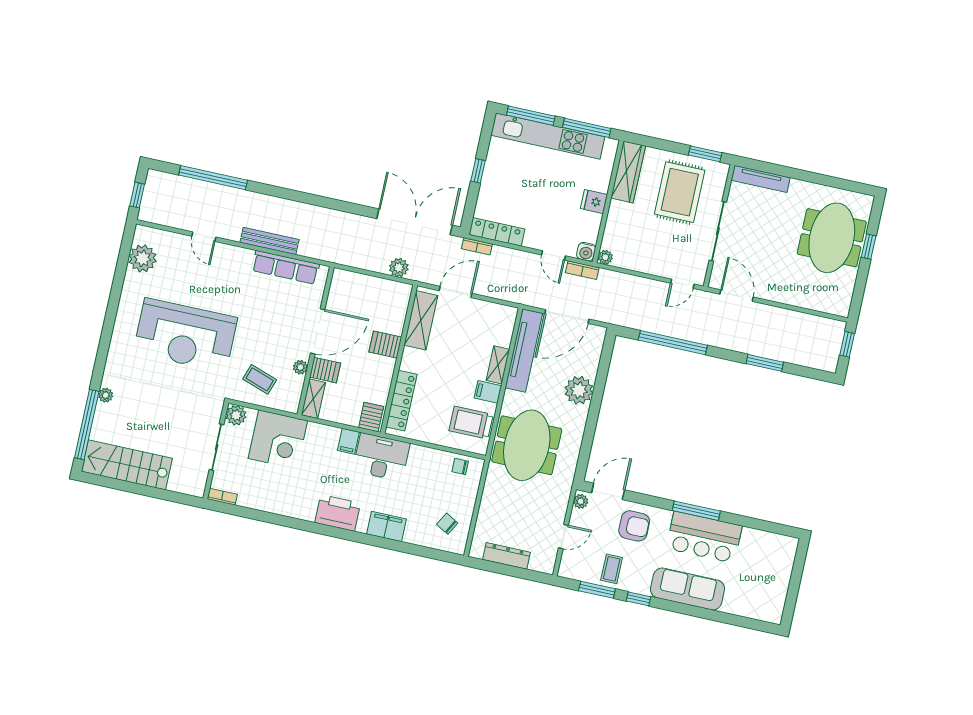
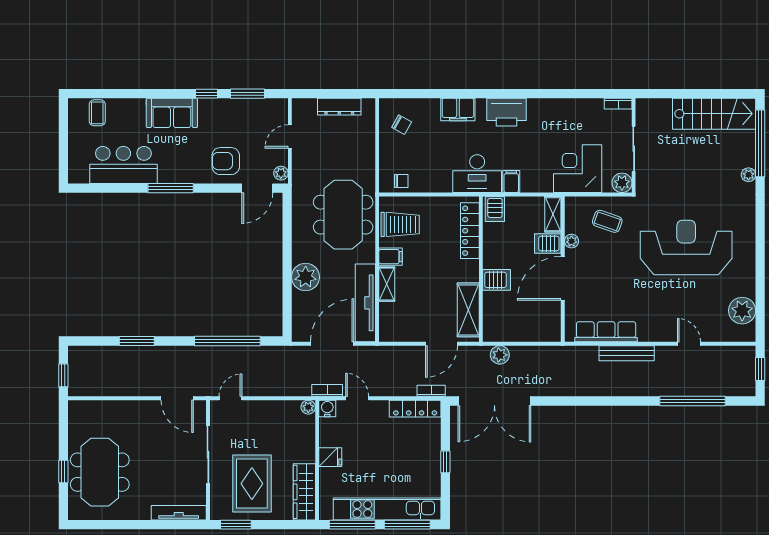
bar counter: (704, 537) -> (123, 165), moved
coffee table: (612, 569) -> (97, 113), moved
sofa: (688, 589) -> (172, 113), width x0.73

